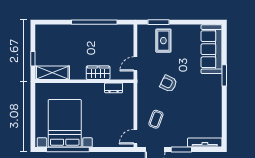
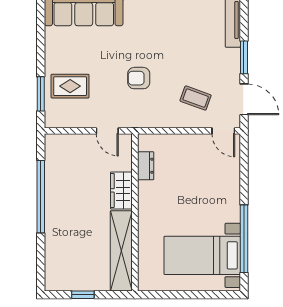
window: (33, 59) -> (83, 295), moved
shelving: (52, 73) -> (121, 251), width x1.47
armchair: (168, 84) -> (139, 78), turned 64
bed with nightstands: (65, 123) -> (202, 255), width x0.73

